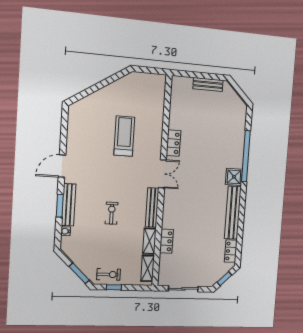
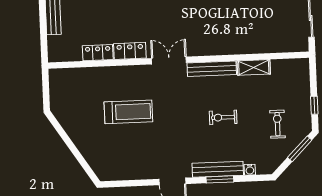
treadmill: (124, 136) -> (128, 112), turned 180
locker: (166, 241) -> (98, 53), moved
shelving: (148, 268) -> (288, 66), removed
exercise bike: (109, 274) -> (277, 124), moved

